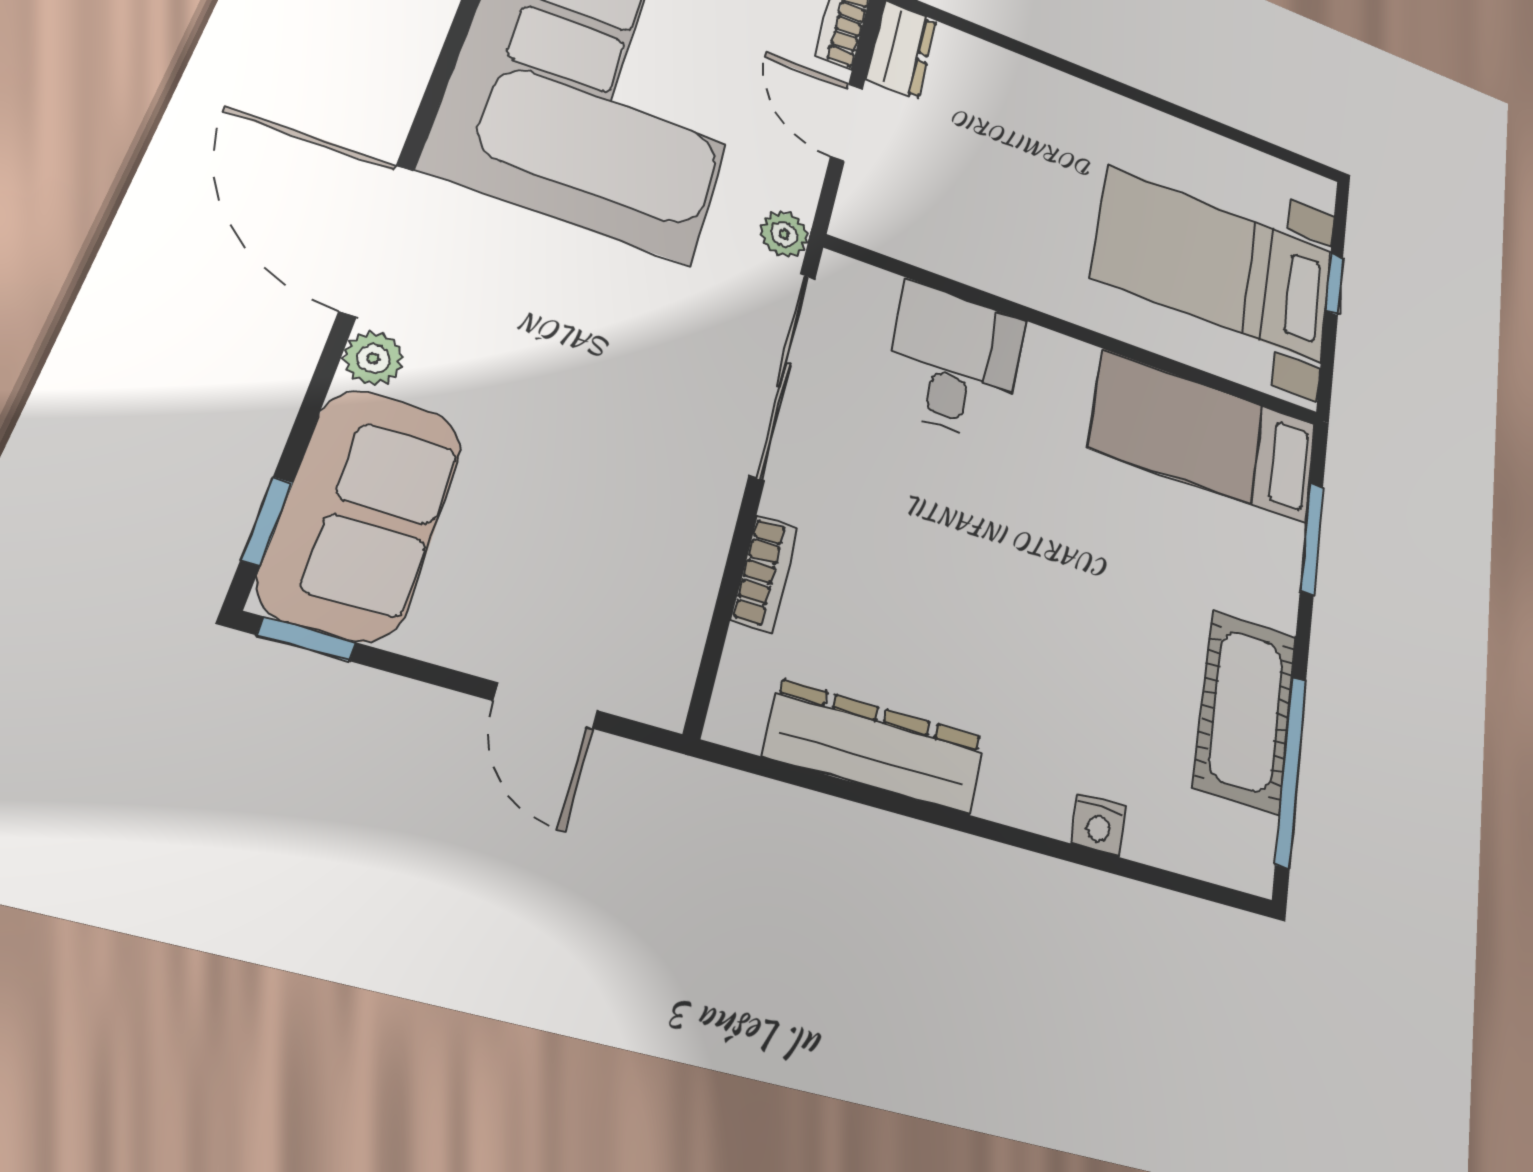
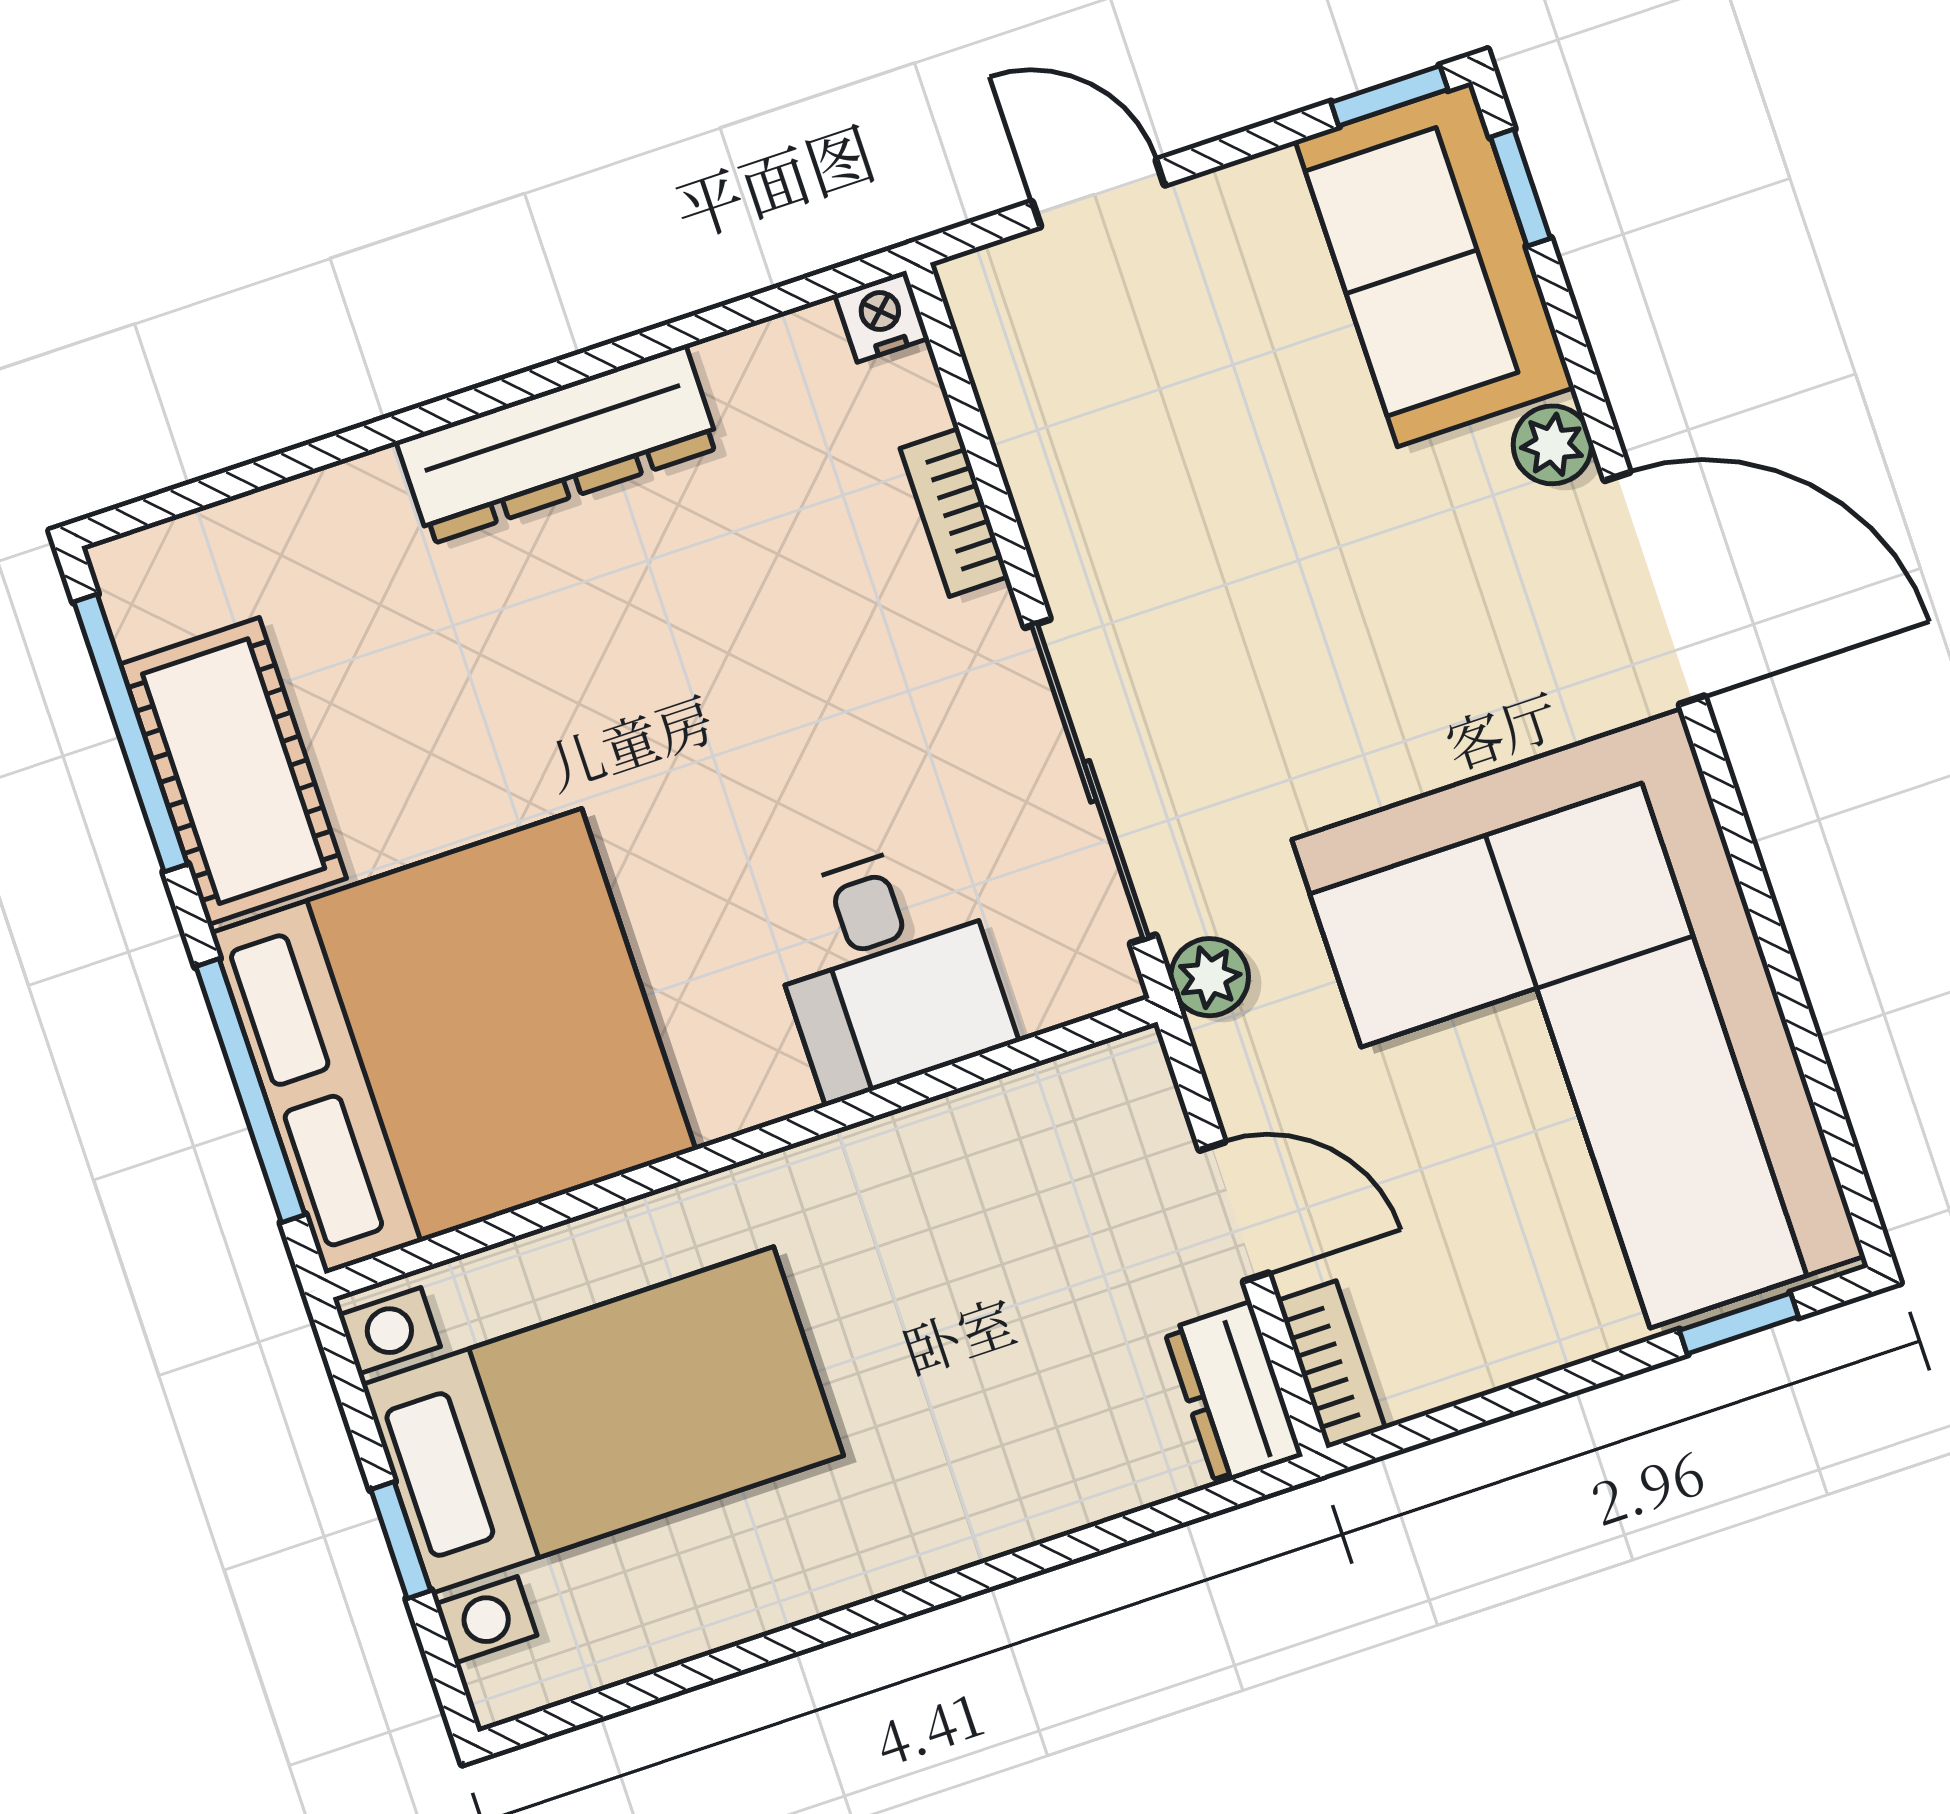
bed: (1205, 436) -> (453, 1041), width x2.04
window: (1312, 538) -> (250, 1091), width x1.44
dresser: (875, 747) -> (558, 445), moved
nightstand: (1099, 825) -> (882, 316), moved

